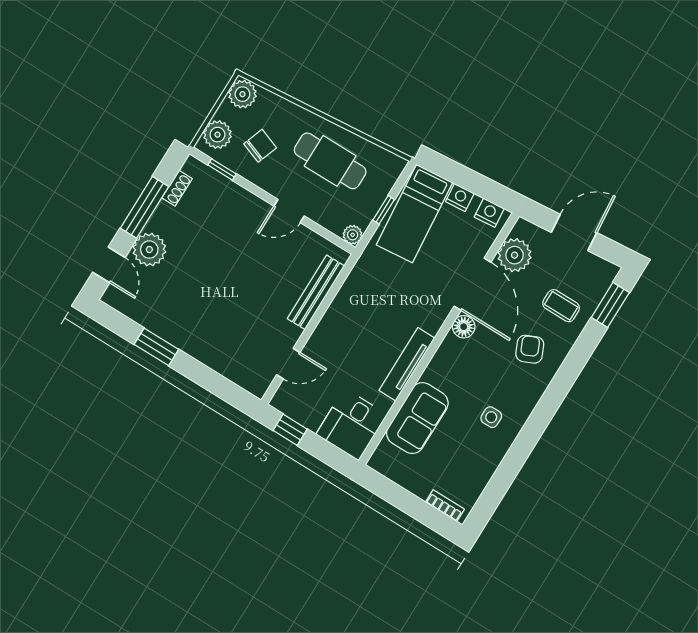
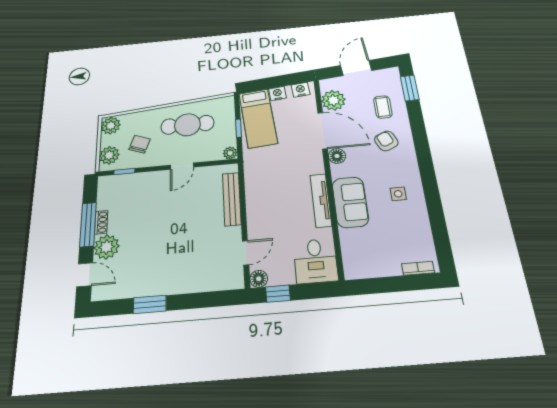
shoe rack: (177, 188) -> (101, 222), moved
coffee table: (561, 306) -> (383, 107), turned 90
floor lamp: (282, 401) -> (259, 279), added
sofa: (417, 418) -> (350, 202), moved

